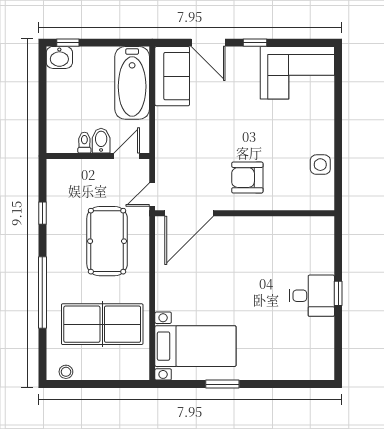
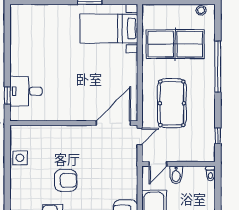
toilet: (84, 143) -> (210, 173), moved
armchair: (247, 178) -> (66, 180), moved
window: (42, 213) -> (218, 136), moved
window: (338, 293) -> (7, 95), moved
desk: (312, 296) -> (26, 91), moved

